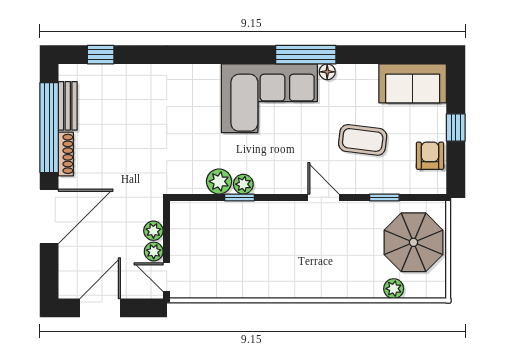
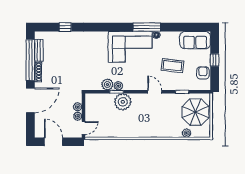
window: (101, 55) -> (65, 27), moved
plant: (253, 220) -> (123, 102), added
door: (167, 277) -> (84, 128), swing flipped
door: (100, 308) -> (53, 142), hinge flipped

